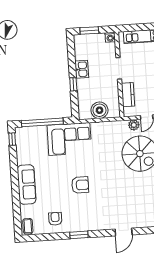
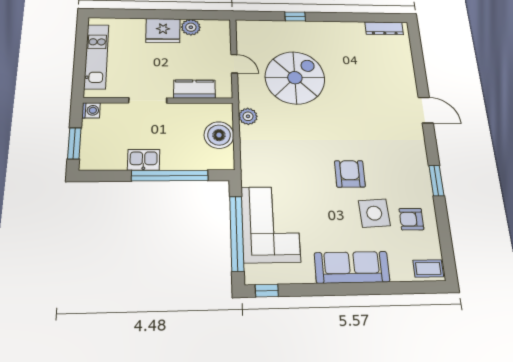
window: (73, 84) -> (170, 176), width x3.17
plant: (134, 125) -> (248, 116), moved
corner sofa: (69, 139) -> (270, 224), moved
side table: (58, 198) -> (374, 213), added

